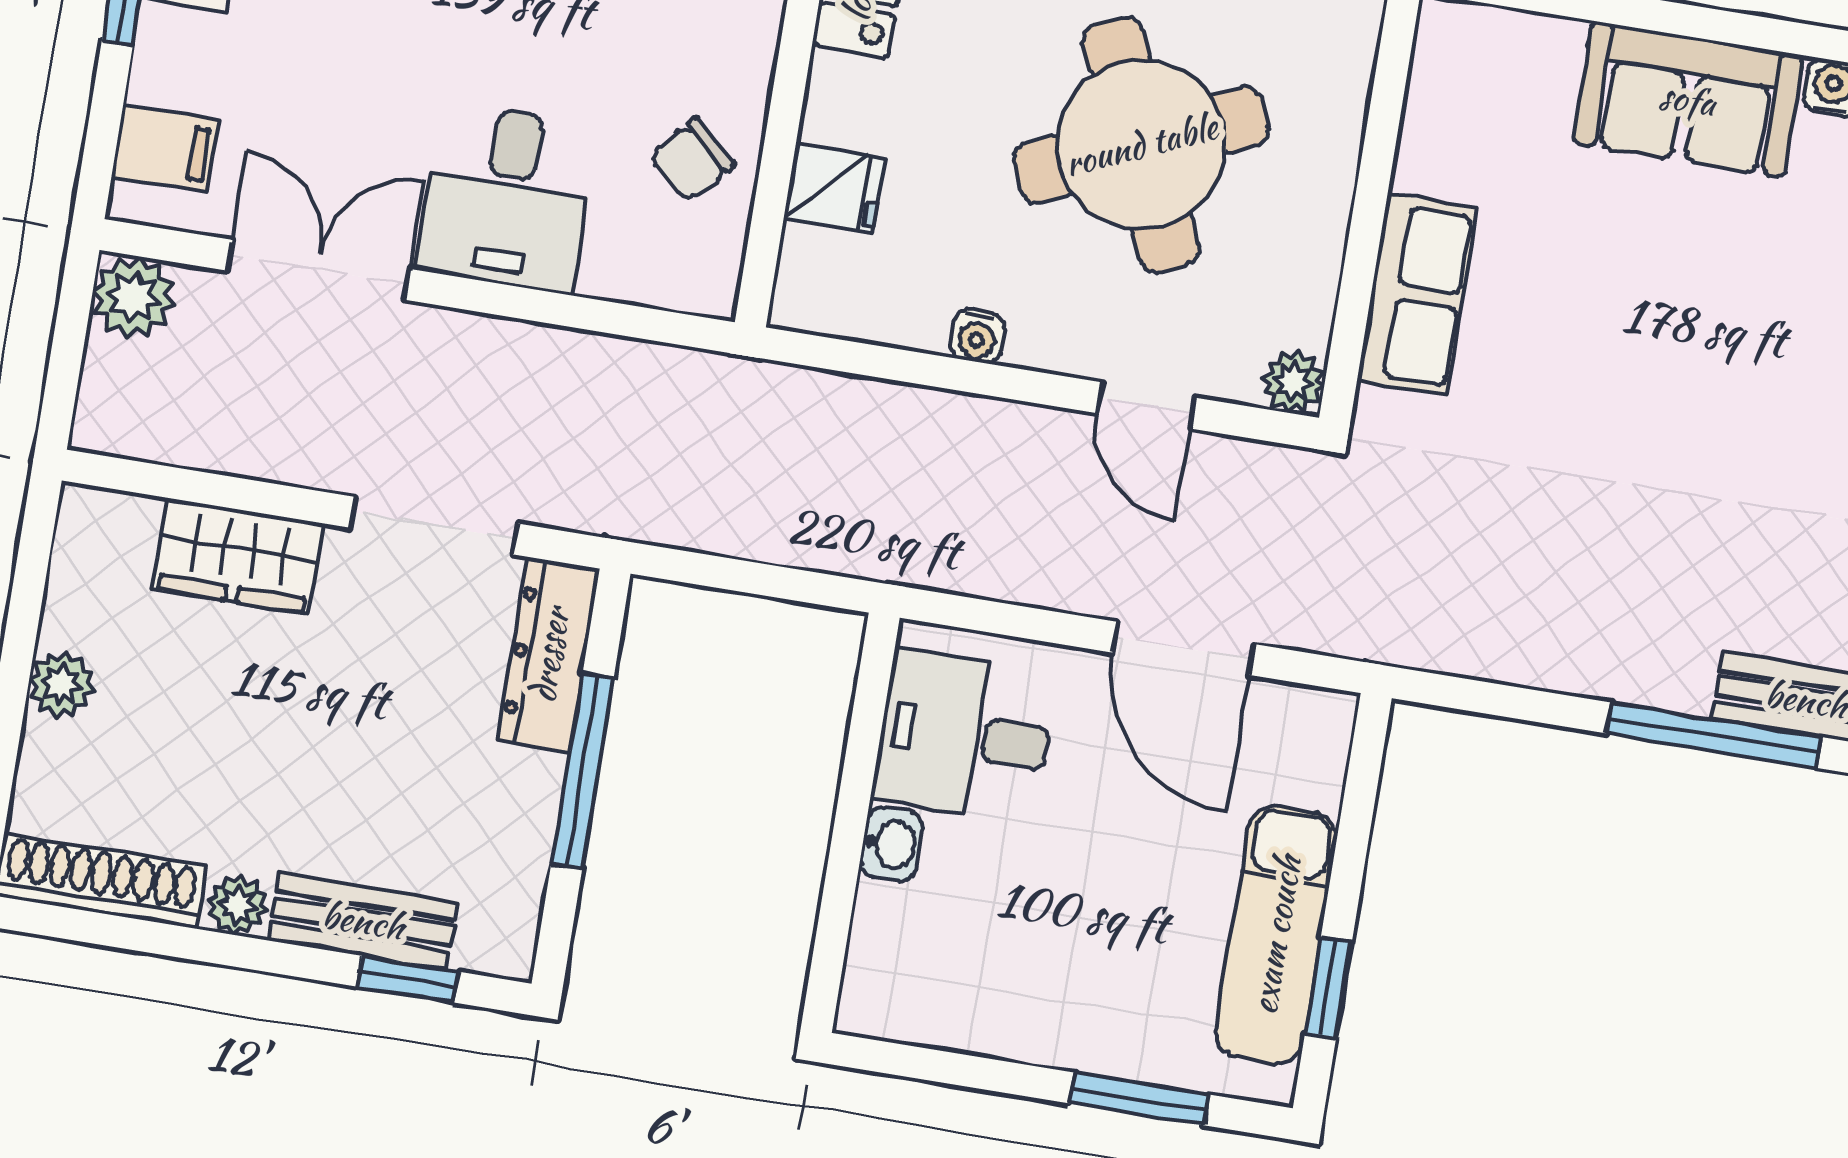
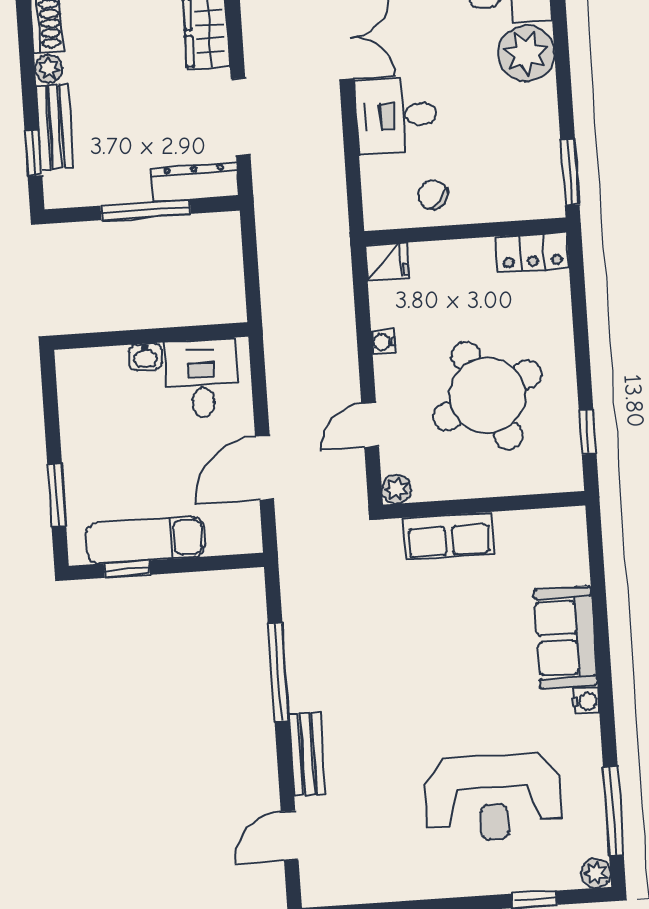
fridge: (834, 189) -> (387, 262), moved, turned -90
window: (1713, 735) -> (278, 672), moved

